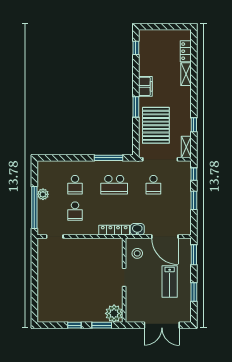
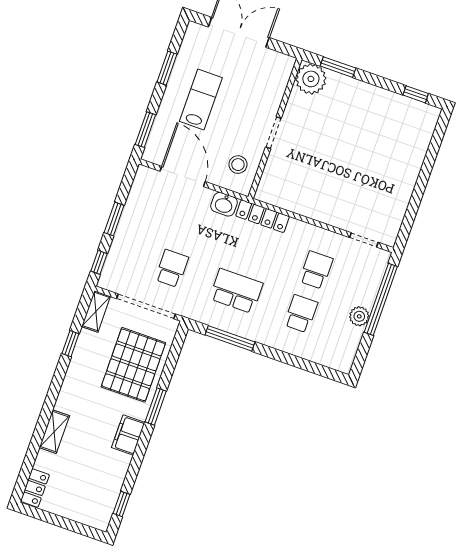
locker: (186, 51) -> (35, 488), moved
window: (74, 325) -> (416, 94), moved

